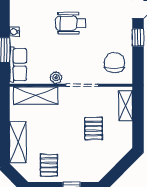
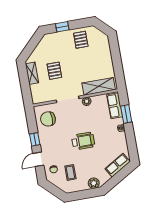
chair: (114, 63) -> (48, 119), turned 90
shelving: (125, 106) -> (32, 73), moved
shelving: (18, 142) -> (105, 52), removed

